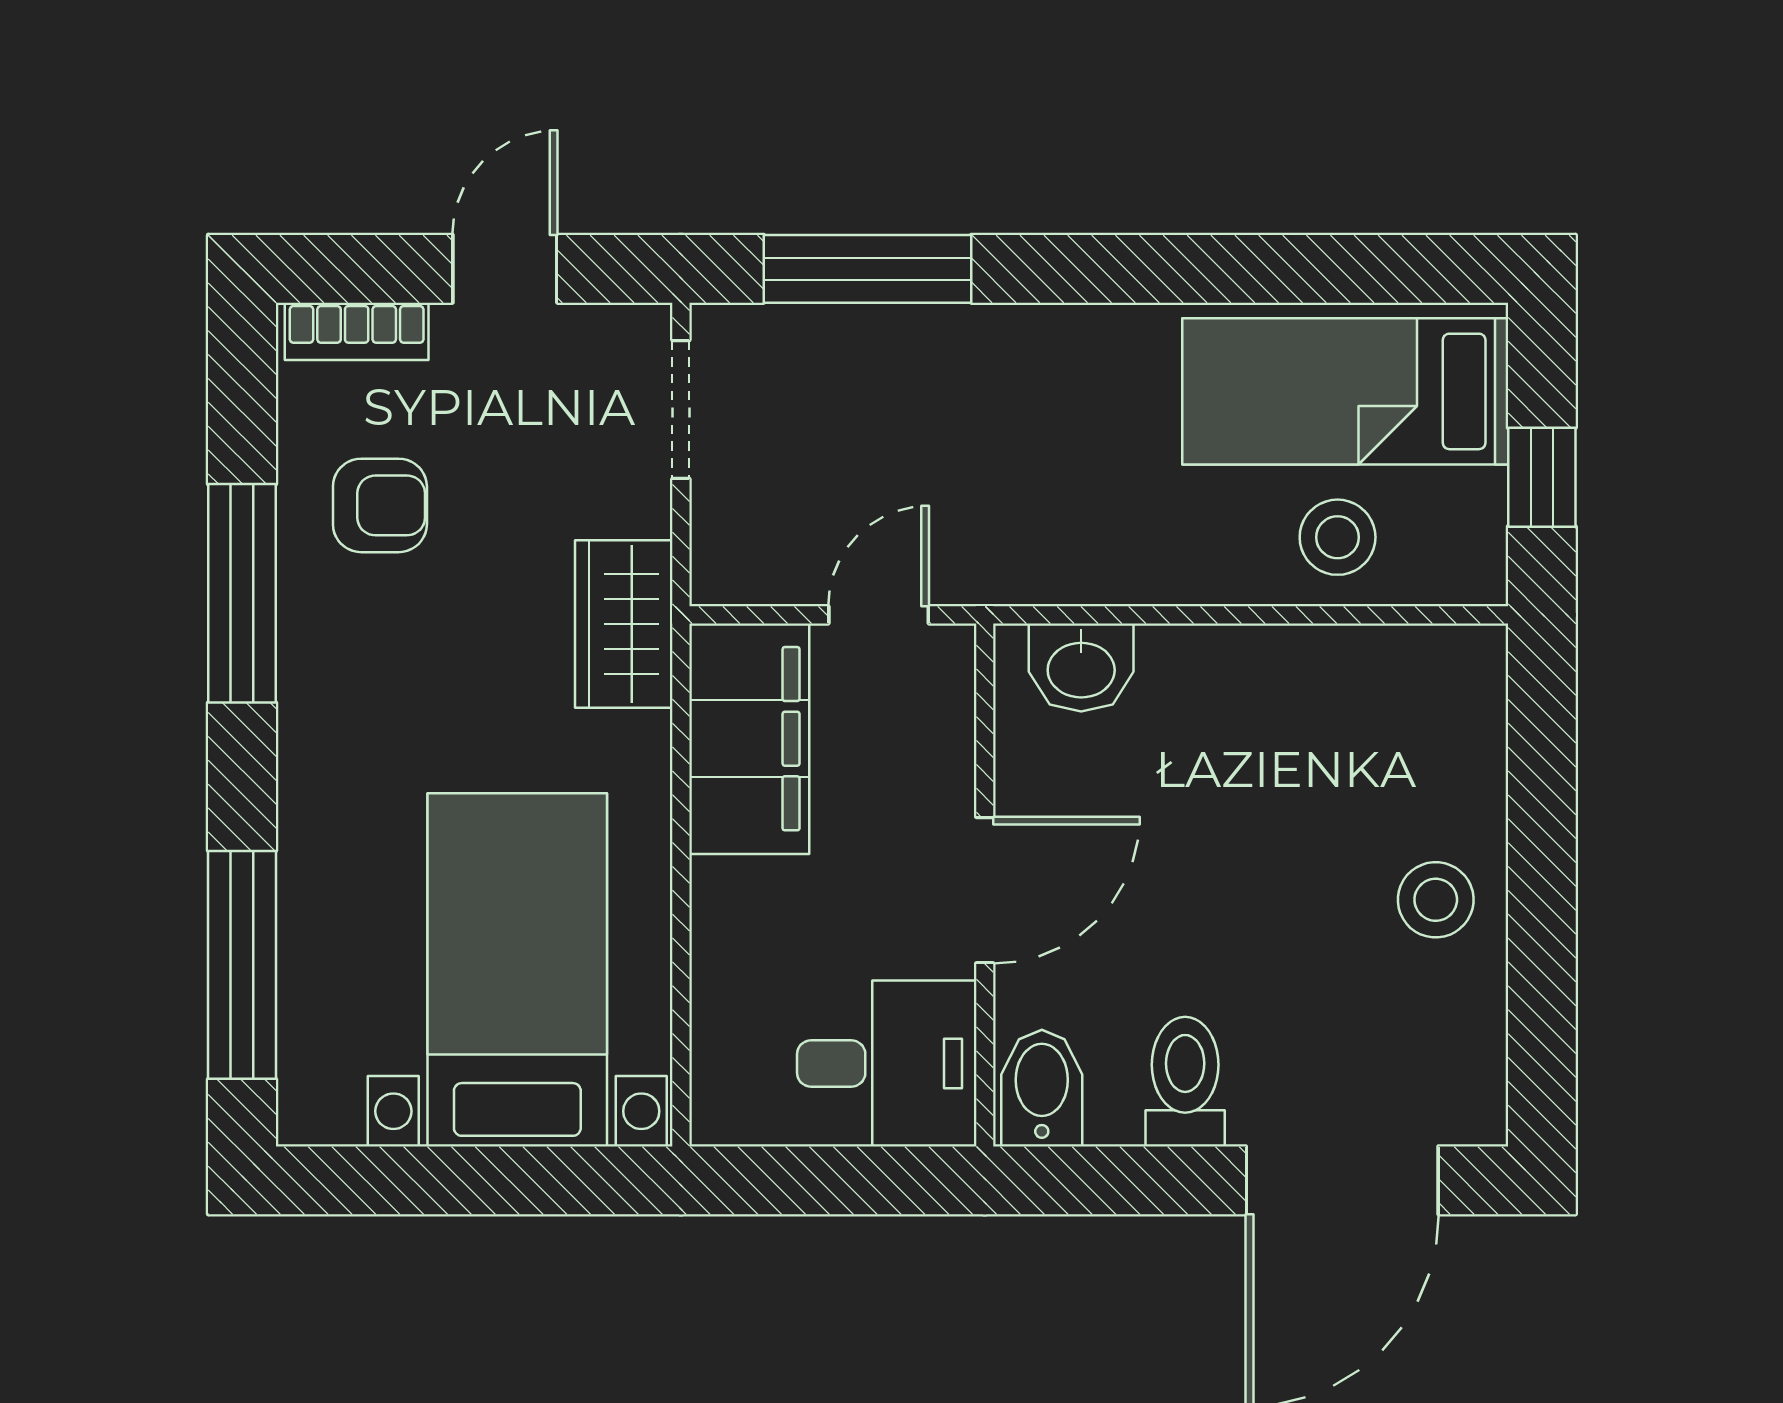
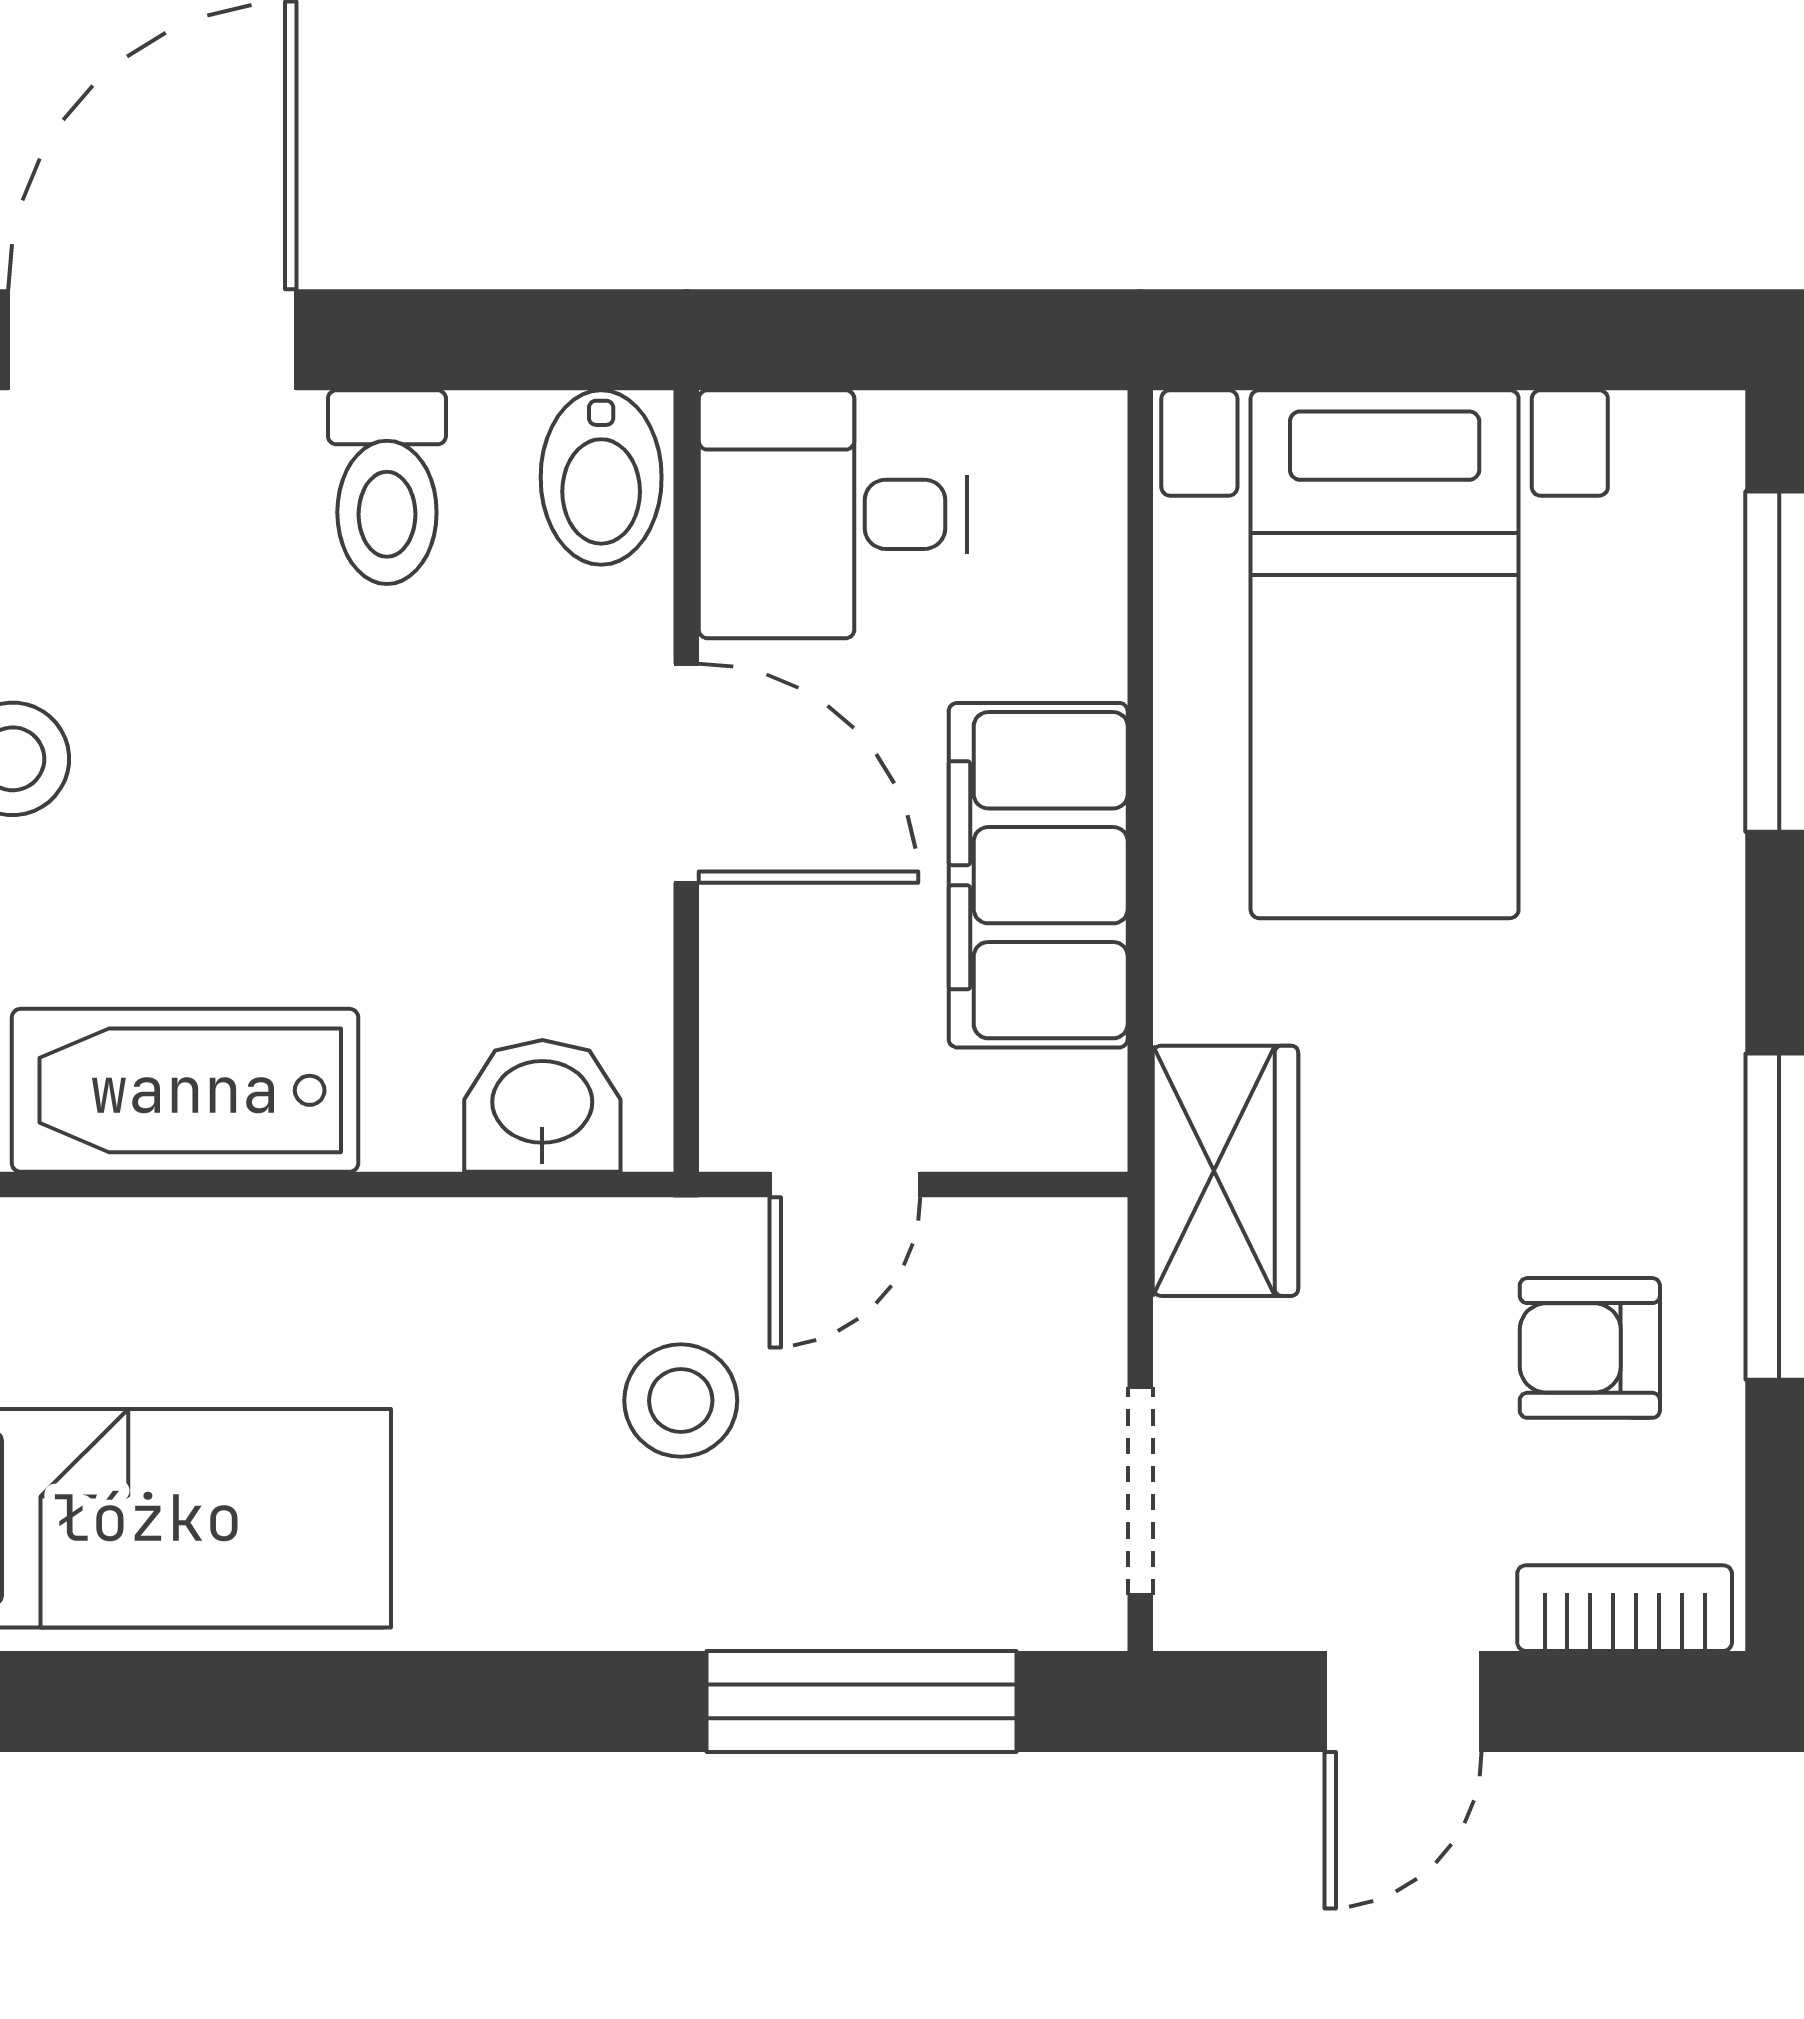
stool: (1338, 537) -> (681, 1401), moved
bathtub: (1320, 678) -> (185, 1090), added
filing cabinet: (749, 739) -> (1038, 875), moved
door: (985, 890) -> (686, 773), swing flipped

